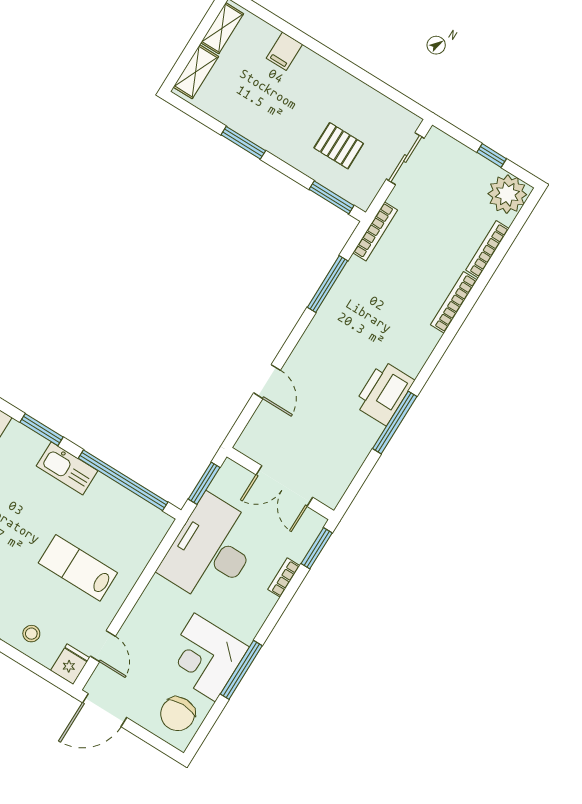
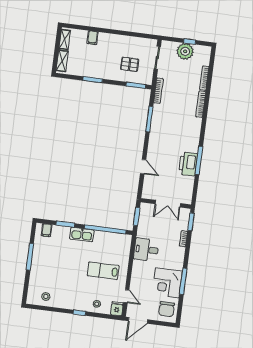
plant: (507, 194) -> (185, 51), moved
printer: (384, 393) -> (188, 164), moved
desk: (211, 550) -> (146, 250), width x0.53, depth x0.77

